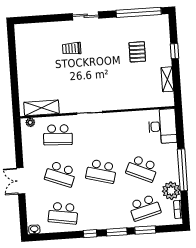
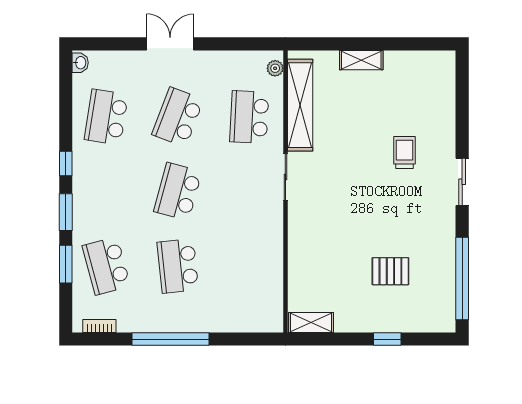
shelving: (23, 75) -> (361, 60), added
shelving: (167, 79) -> (311, 322), moved
shelving: (42, 108) -> (300, 105), width x1.47
desk: (163, 126) -> (252, 308), removed
school desk: (142, 169) -> (178, 266), turned -30
plant: (171, 191) -> (134, 316), removed

